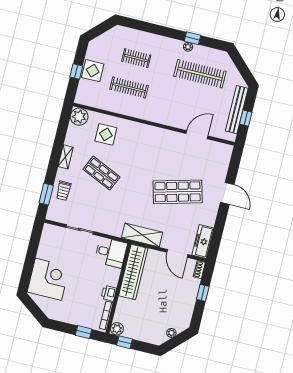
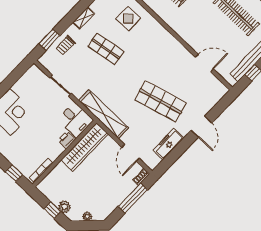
shop shelf: (101, 173) -> (106, 49), turned -33
shelving: (142, 235) -> (104, 114), width x1.47
freezer: (203, 242) -> (168, 144), moved
printer: (109, 293) -> (67, 140), moved
window: (203, 293) -> (133, 198), width x2.17
plant: (117, 329) -> (65, 207), moved
window: (124, 342) -> (53, 210), moved

